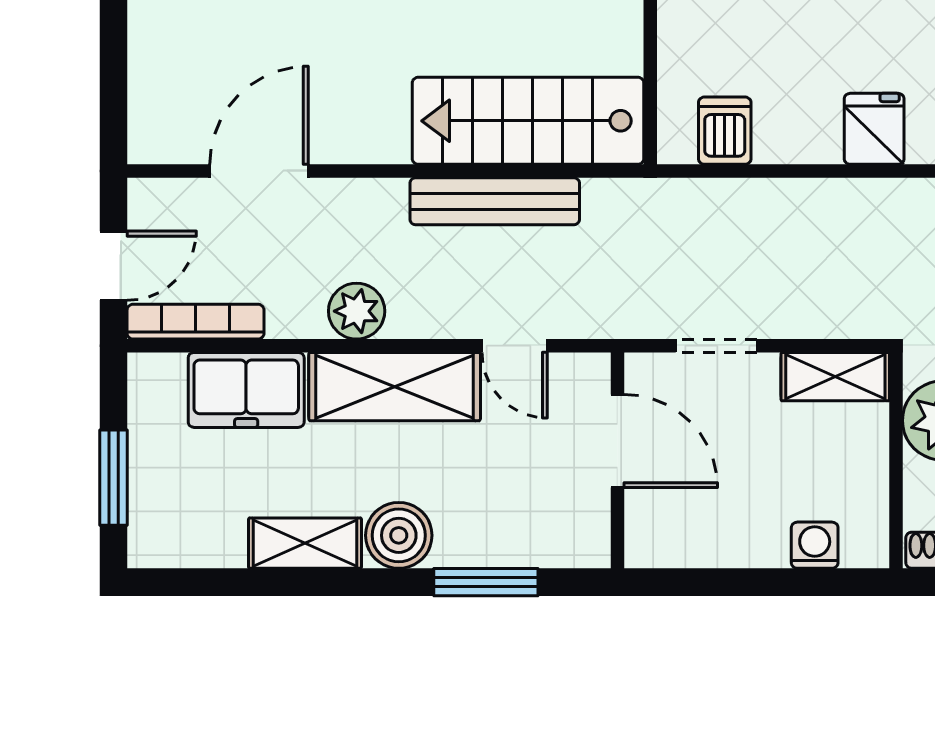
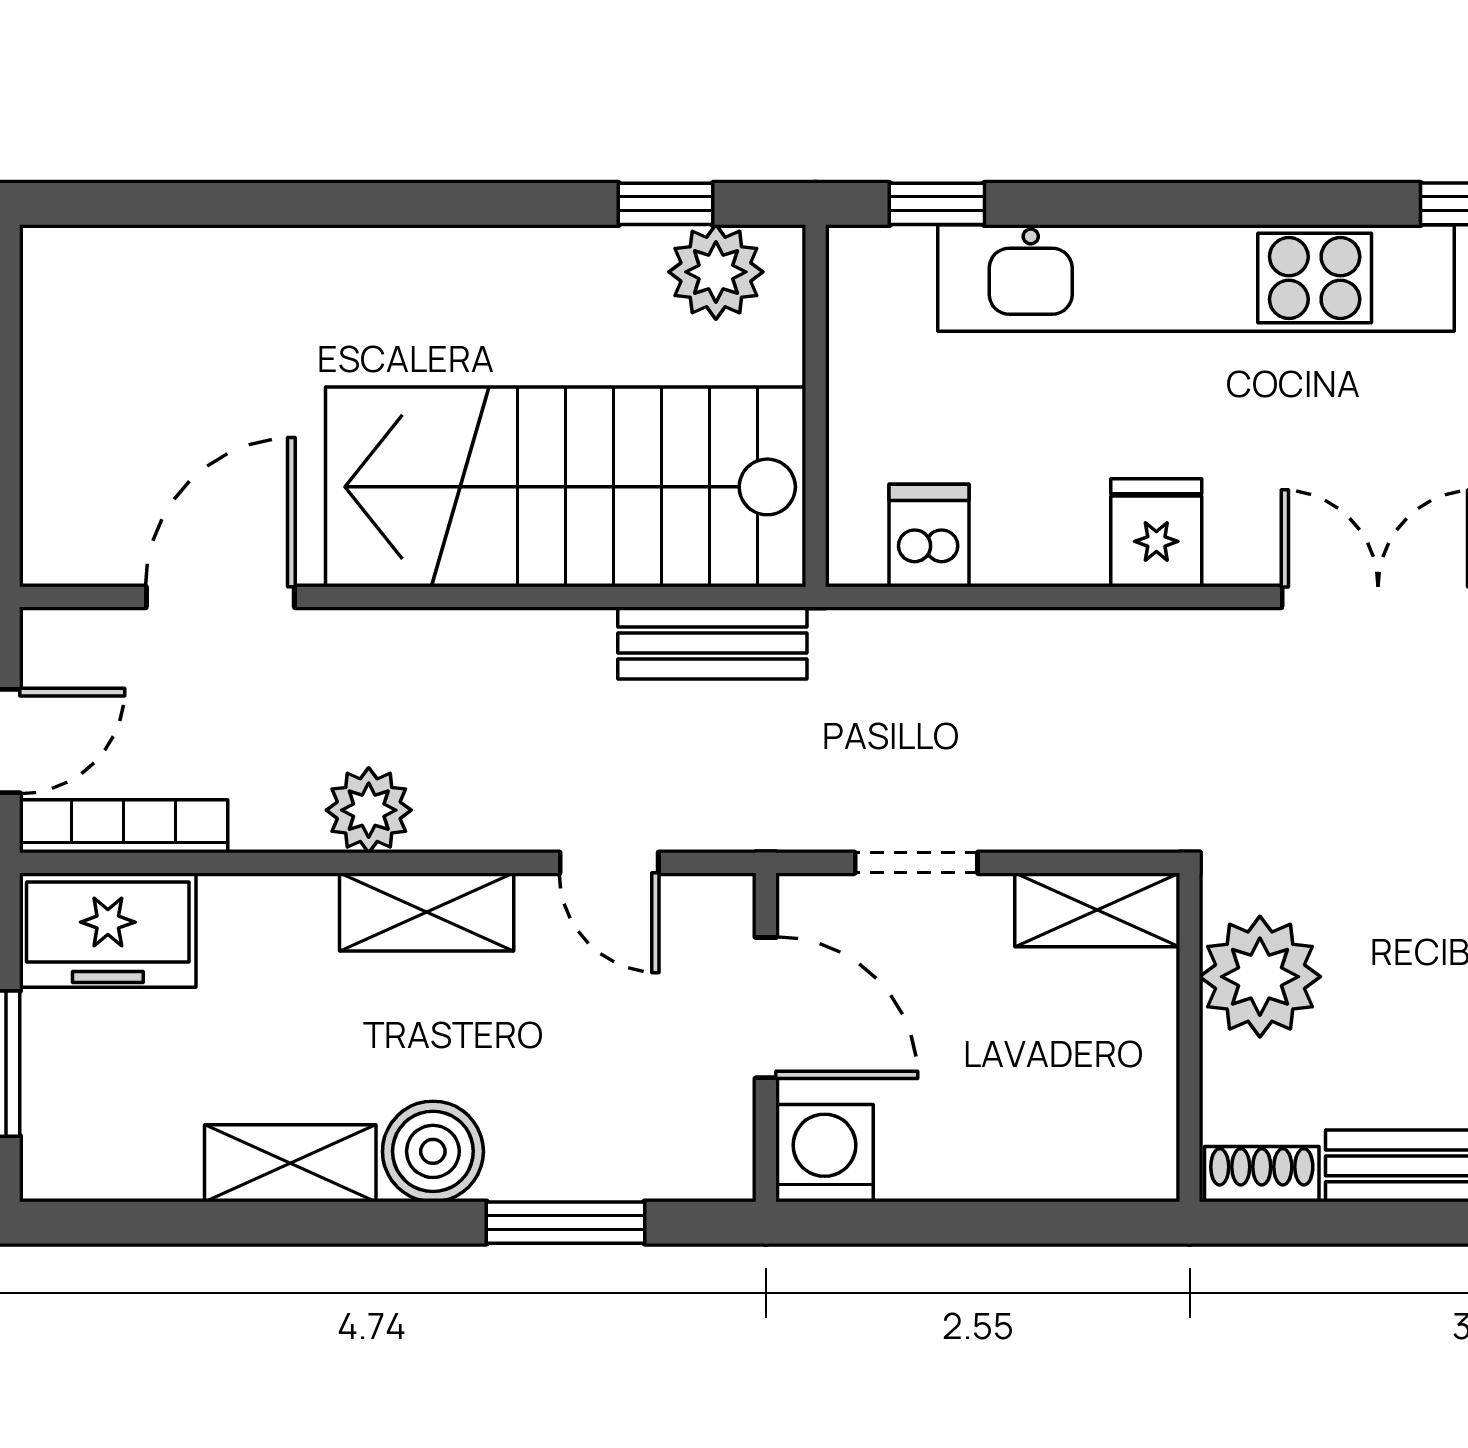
stairs: (528, 121) -> (566, 487), width x1.36, depth x1.51
bench: (495, 201) -> (712, 643), moved, width x0.73
shelving: (395, 387) -> (427, 912), width x0.67, depth x0.75
freezer: (246, 390) -> (108, 930), moved
washing machine: (815, 545) -> (825, 1153), moved, width x1.38, depth x1.38

